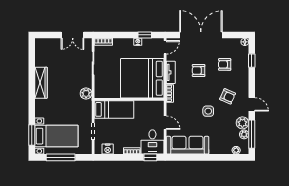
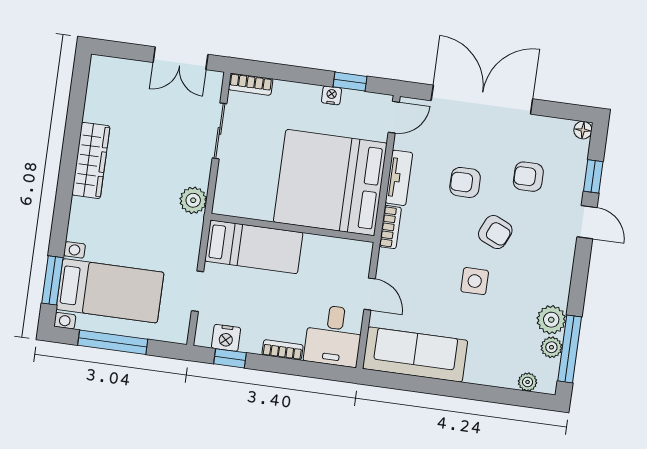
armchair: (228, 96) -> (495, 232), moved
door: (252, 104) -> (587, 222), moved
window: (150, 157) -> (230, 358), moved

